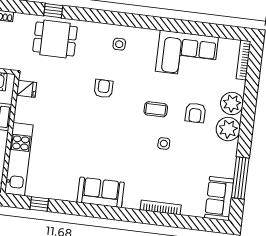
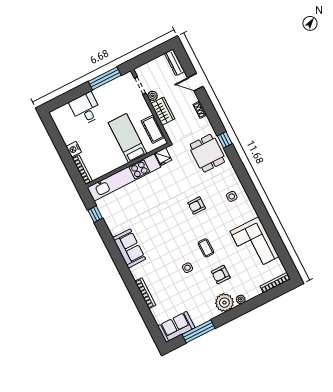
armchair: (104, 89) -> (197, 206), turned 180
plant: (232, 103) -> (241, 299), width x0.53, depth x0.53
kitchen unit: (19, 159) -> (124, 177), width x1.36

